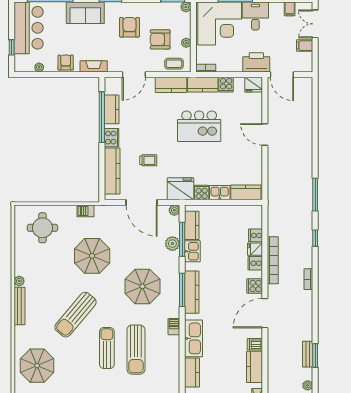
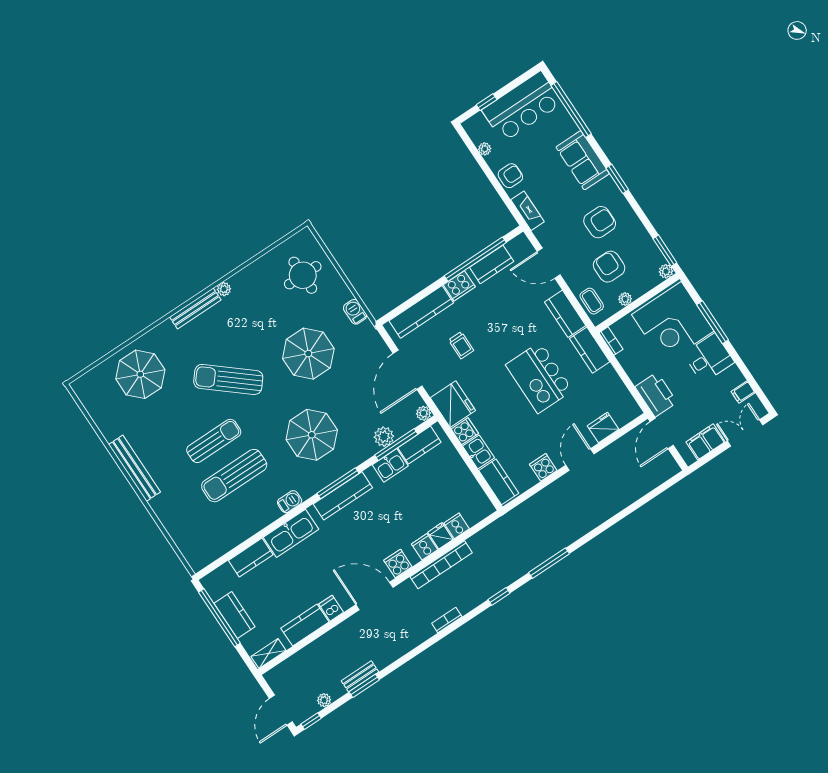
filing cabinet: (305, 46) -> (706, 442), width x2.00
cooker: (226, 85) -> (543, 467), moved, turned 90
fridge: (254, 85) -> (603, 427), moved, turned 90

